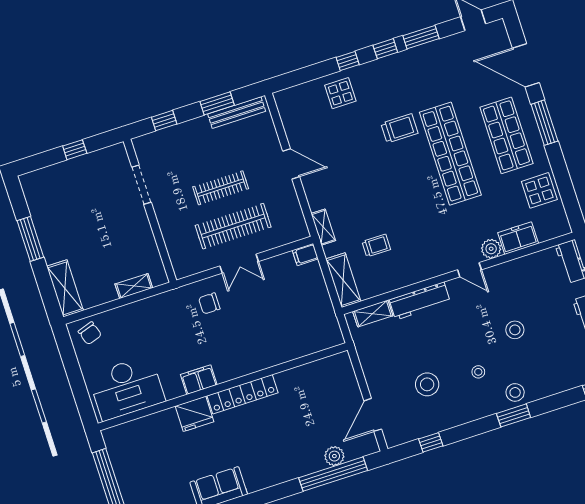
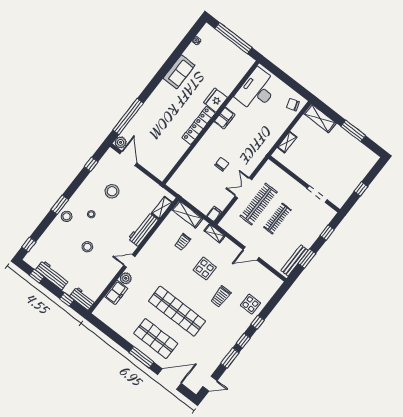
trolley: (399, 128) -> (221, 297), moved
display table: (539, 190) -> (205, 268), moved
chair: (209, 303) -> (222, 164), moved
plant: (334, 456) -> (121, 142), moved

